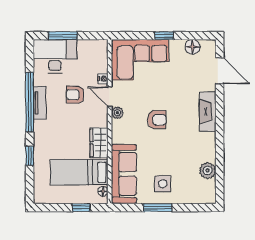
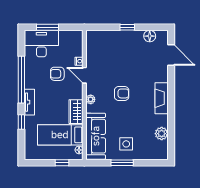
corner sofa: (140, 60) -> (108, 46), removed
tv unit: (40, 103) -> (29, 102), moved
fireplace: (208, 112) -> (162, 98), moved
plant: (117, 113) -> (91, 99), moved

